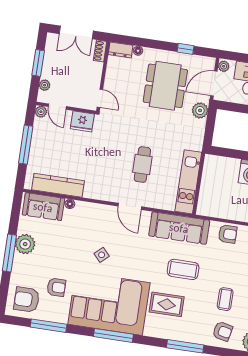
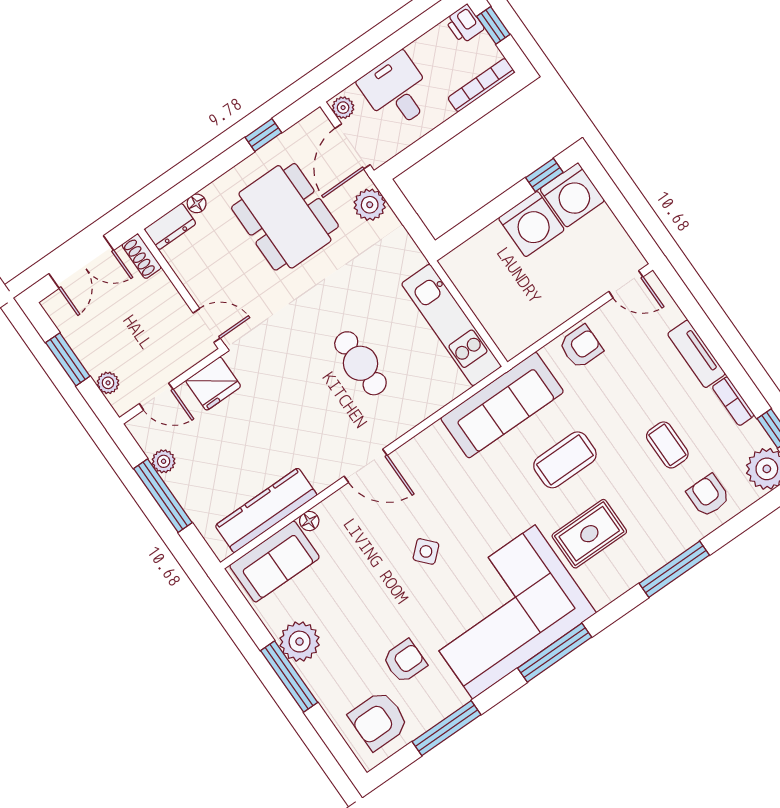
plant: (41, 112) -> (164, 461), moved
door: (130, 206) -> (366, 466), moved
armchair: (223, 331) -> (708, 496), turned -102

